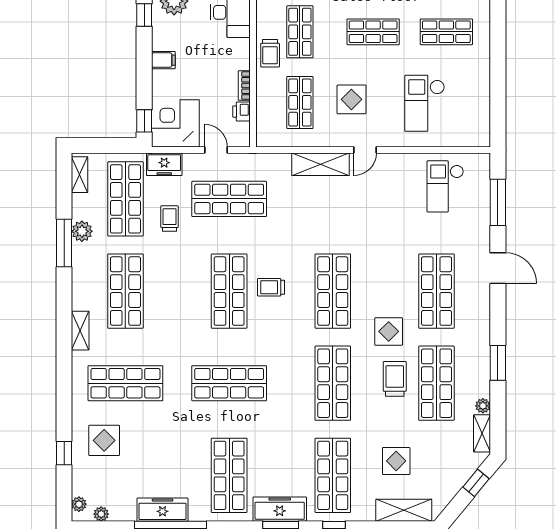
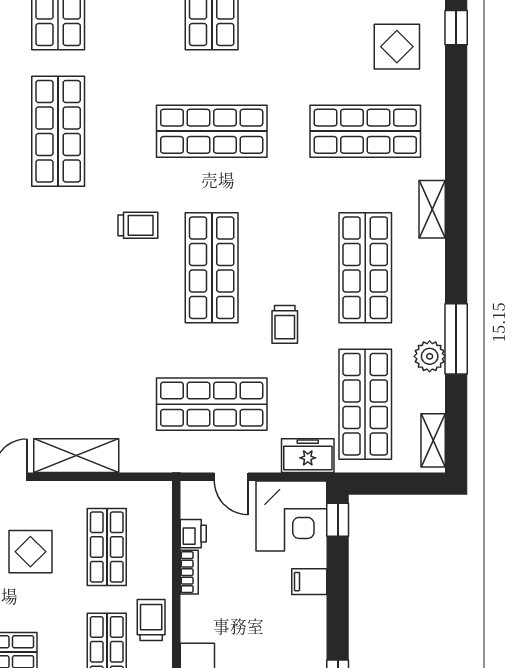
filing cabinet: (163, 60) -> (309, 582), moved
trolley: (170, 218) -> (285, 324), moved
trolley: (271, 287) -> (138, 225), moved
shop shelf: (333, 291) -> (58, 268), removed

